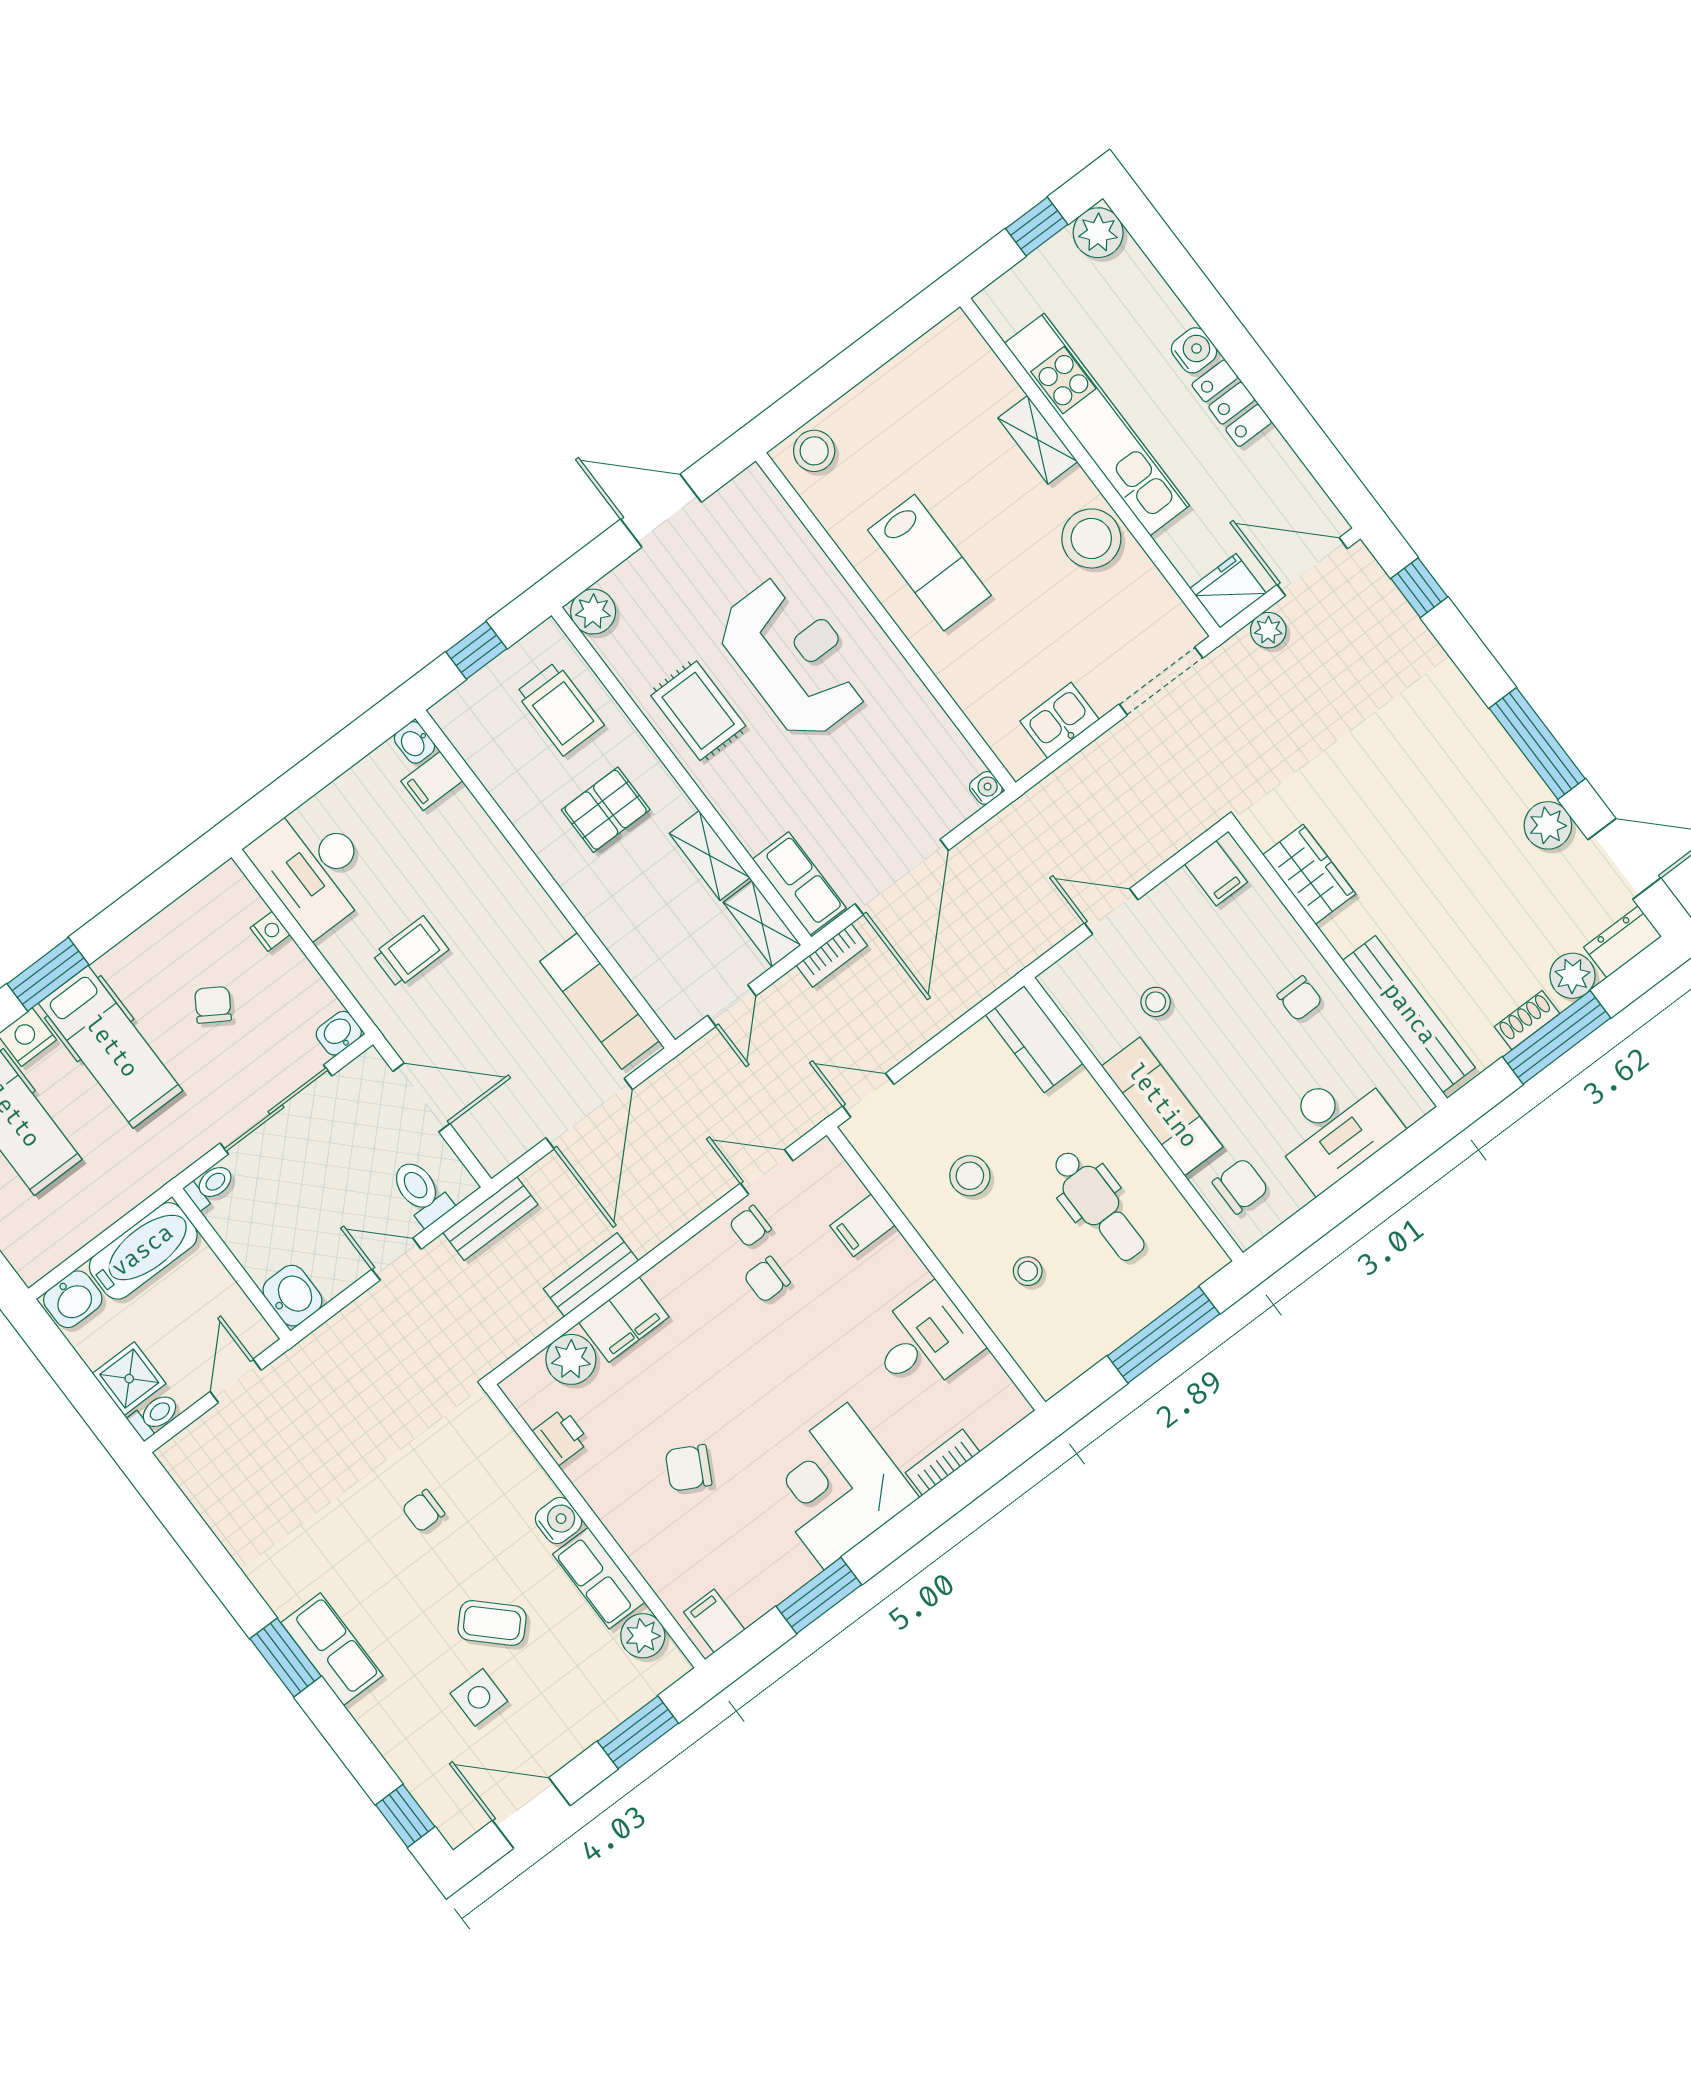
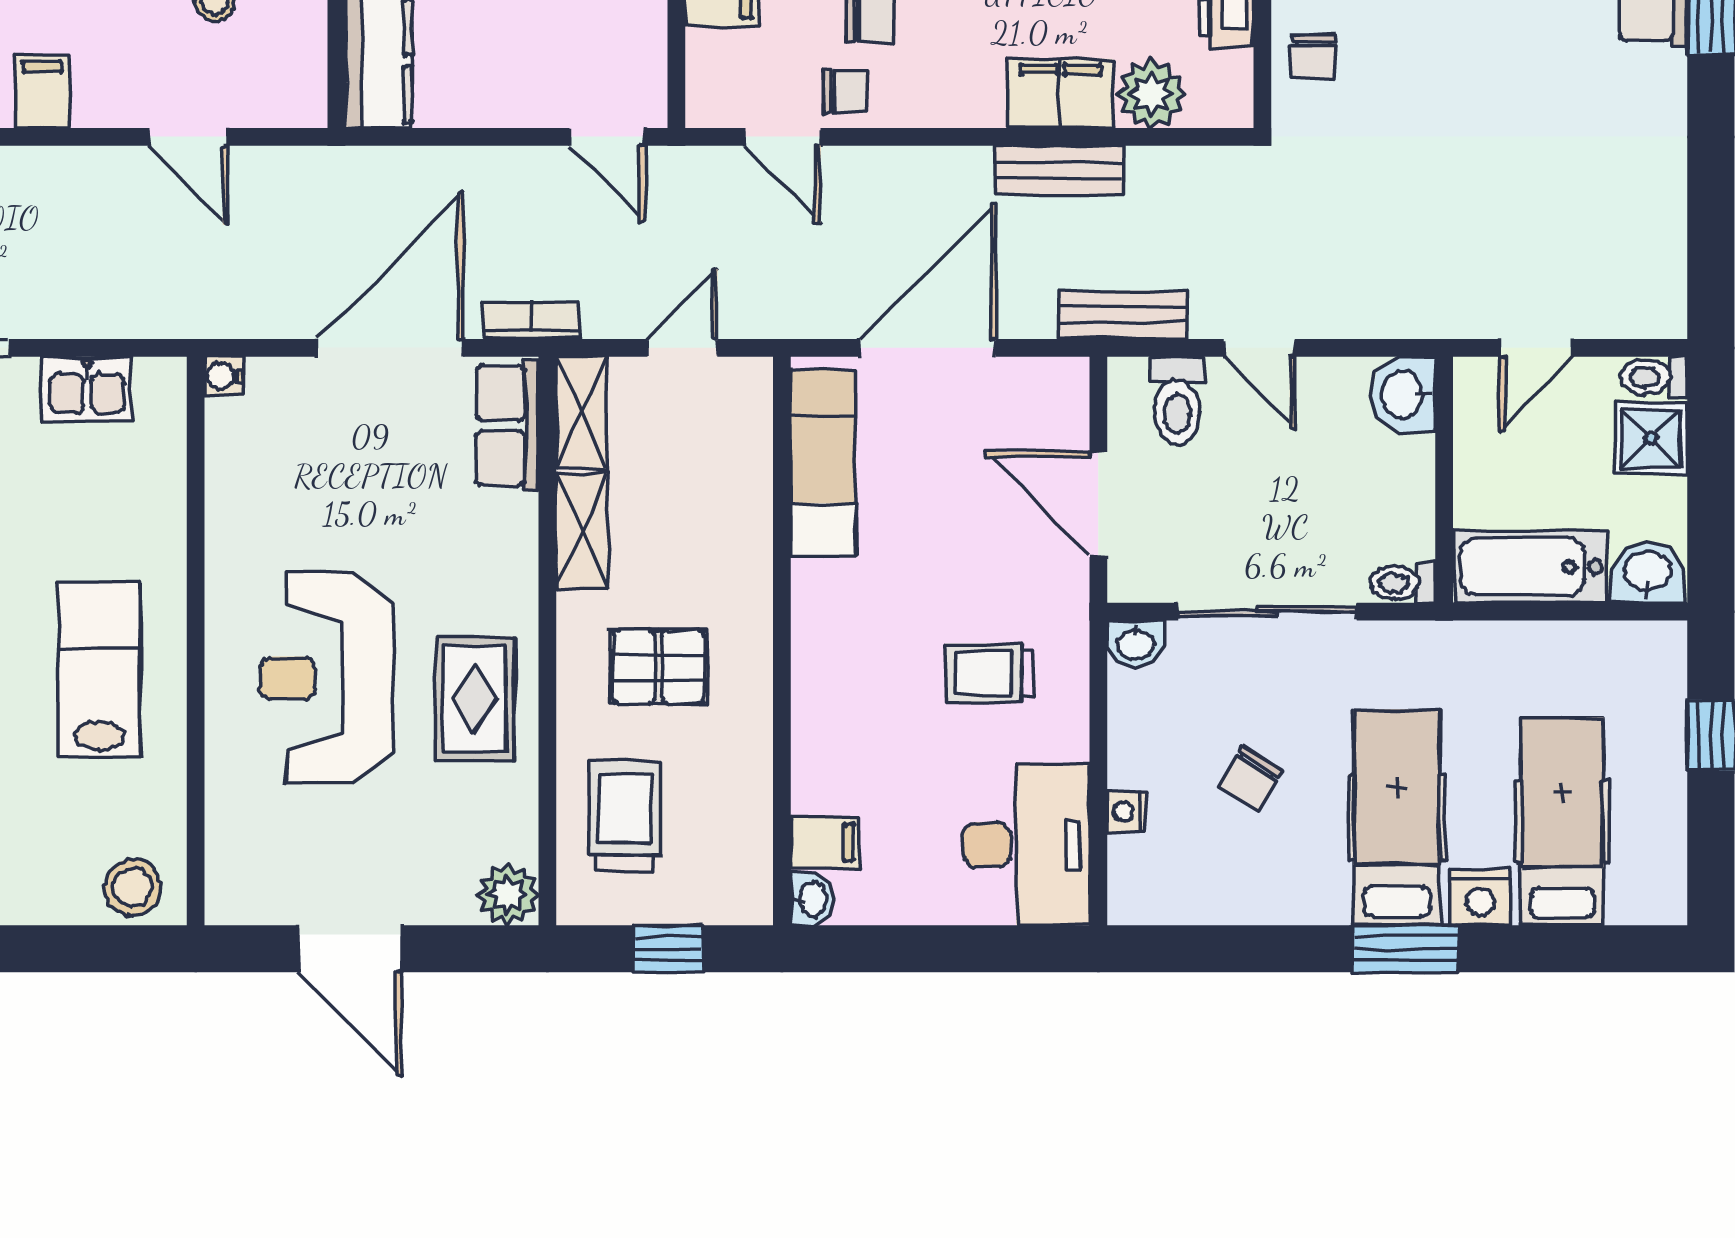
chair: (423, 1511) -> (1313, 57), moved, turned 90

